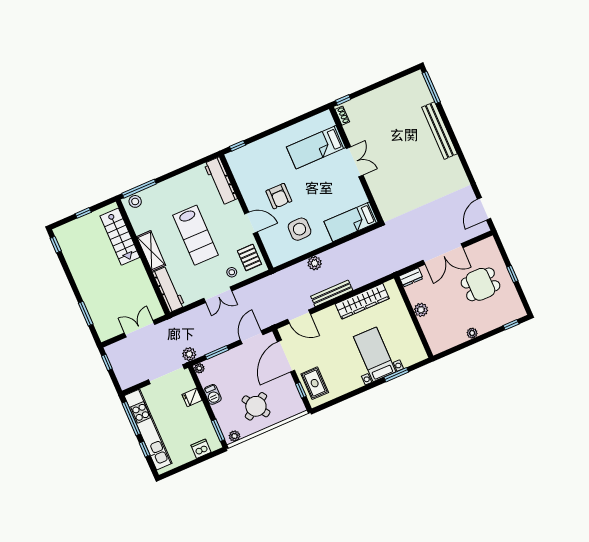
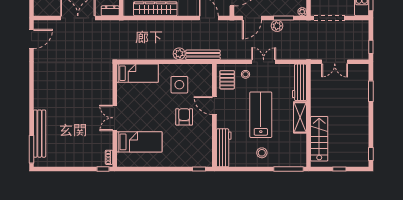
bench: (439, 131) -> (40, 134), moved
stool: (135, 201) -> (262, 153), moved
bench: (332, 293) -> (203, 55), moved
plant: (189, 354) -> (277, 26), moved

